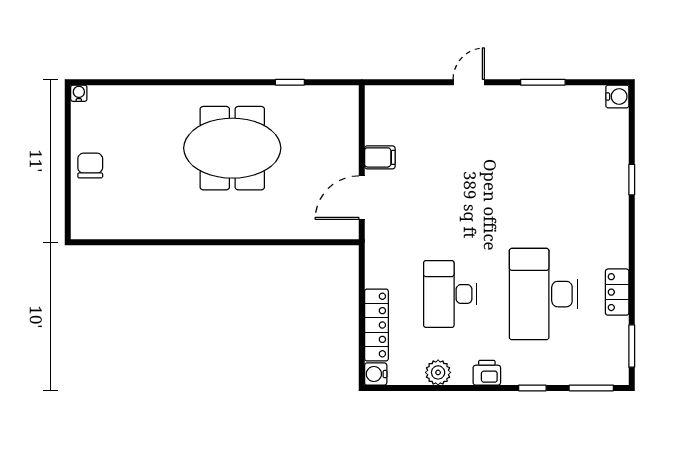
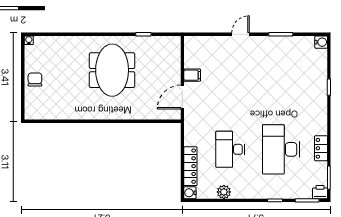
meeting table: (232, 148) -> (112, 70), turned 90
printer: (487, 373) -> (320, 192), moved

